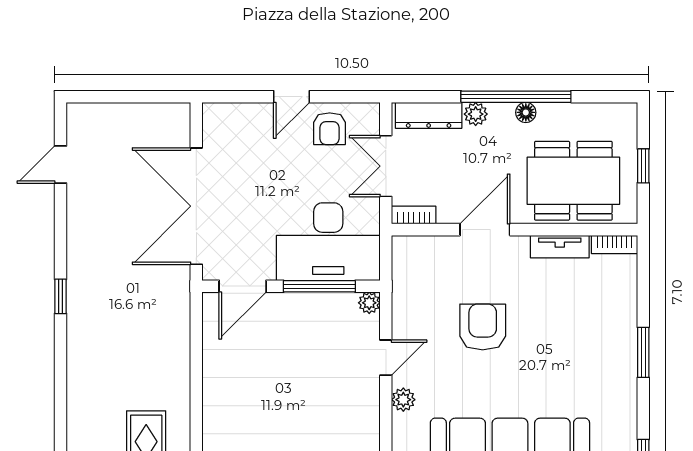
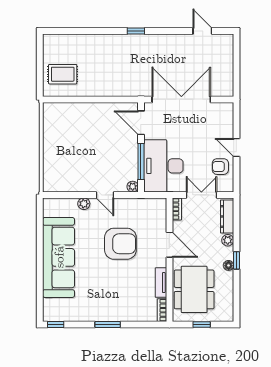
window: (516, 97) -> (236, 260), width x0.32
armchair: (483, 327) -> (120, 244), width x1.36, depth x1.36

